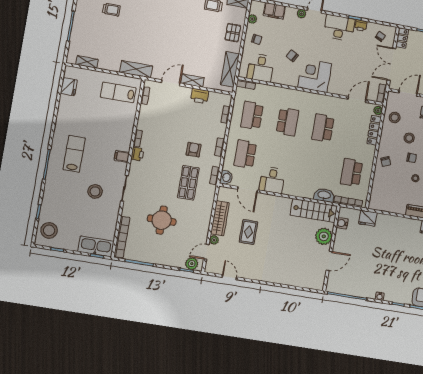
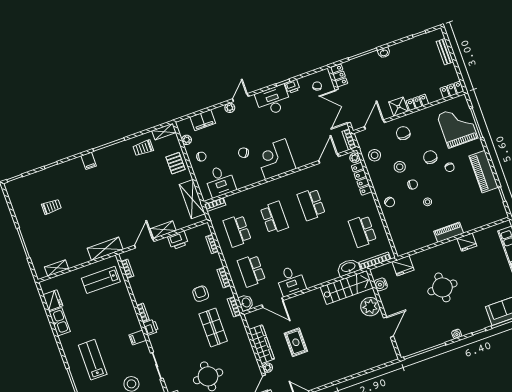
kitchen sink: (64, 107) -> (60, 322), added
round table: (389, 253) -> (442, 287), added

